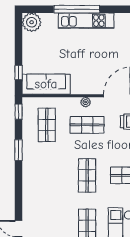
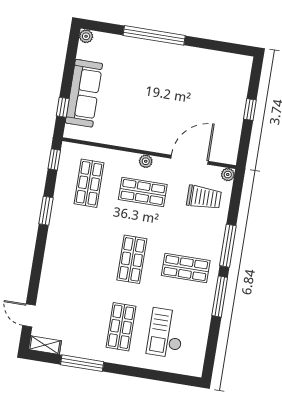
kitchen unit: (86, 21) -> (164, 53), removed
plant: (32, 22) -> (86, 36), width x0.53, depth x0.53
sofa: (46, 84) -> (84, 93), moved, turned 90

